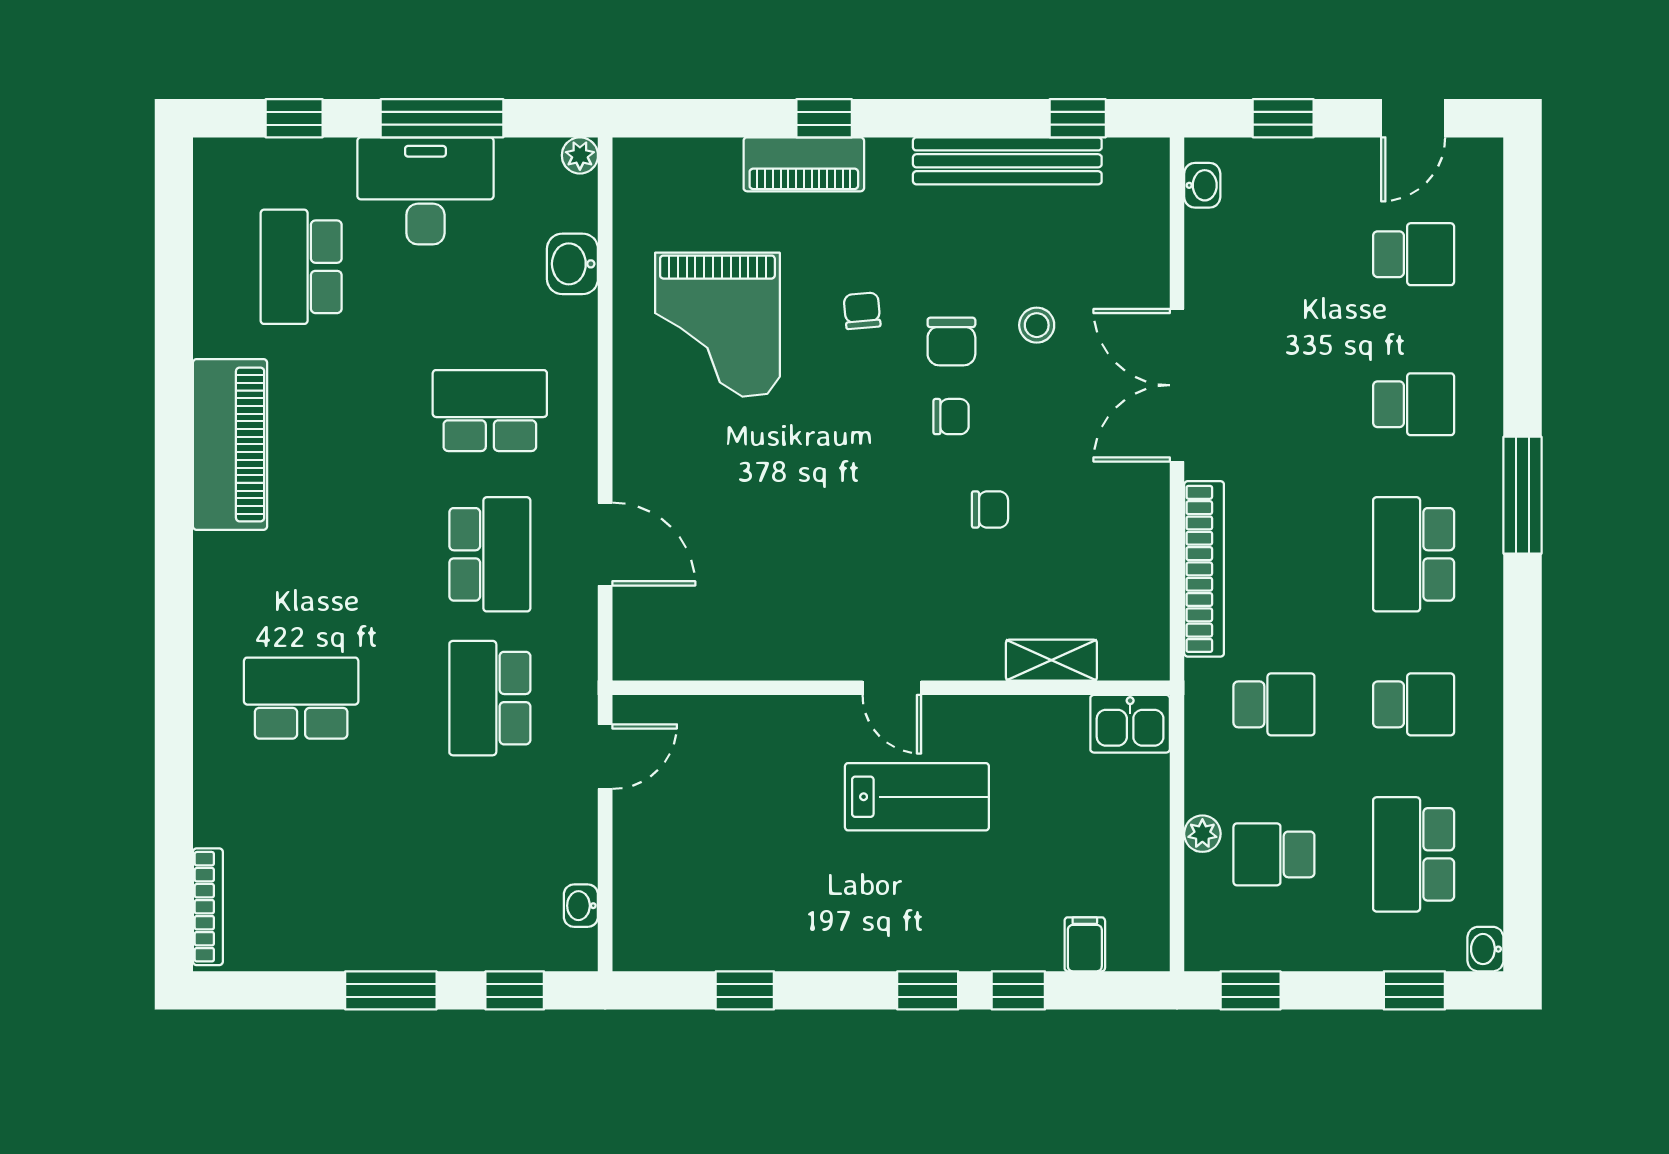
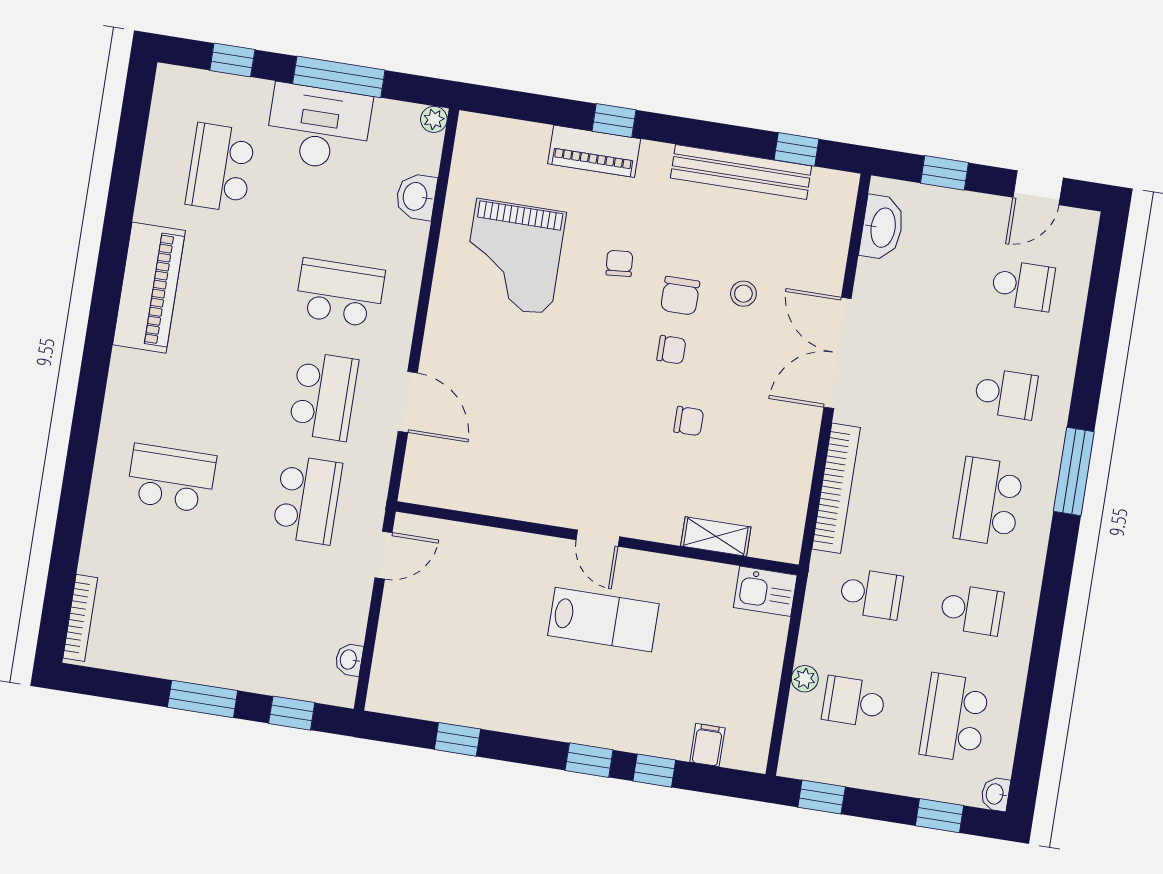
washbasin: (1202, 185) -> (882, 227), width x1.91, depth x1.45
school desk: (490, 698) -> (307, 500), turned 180

